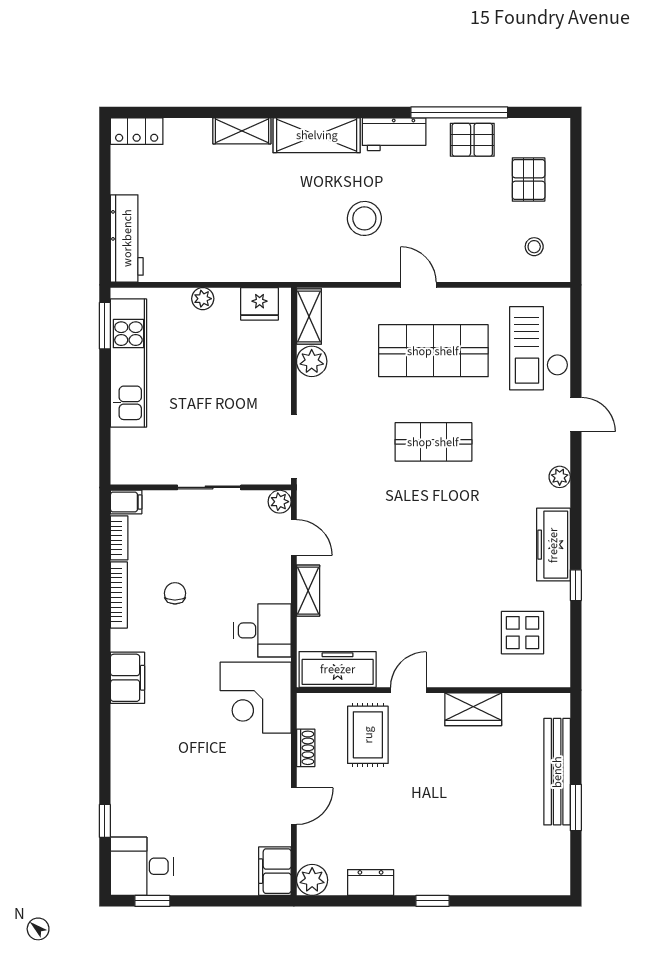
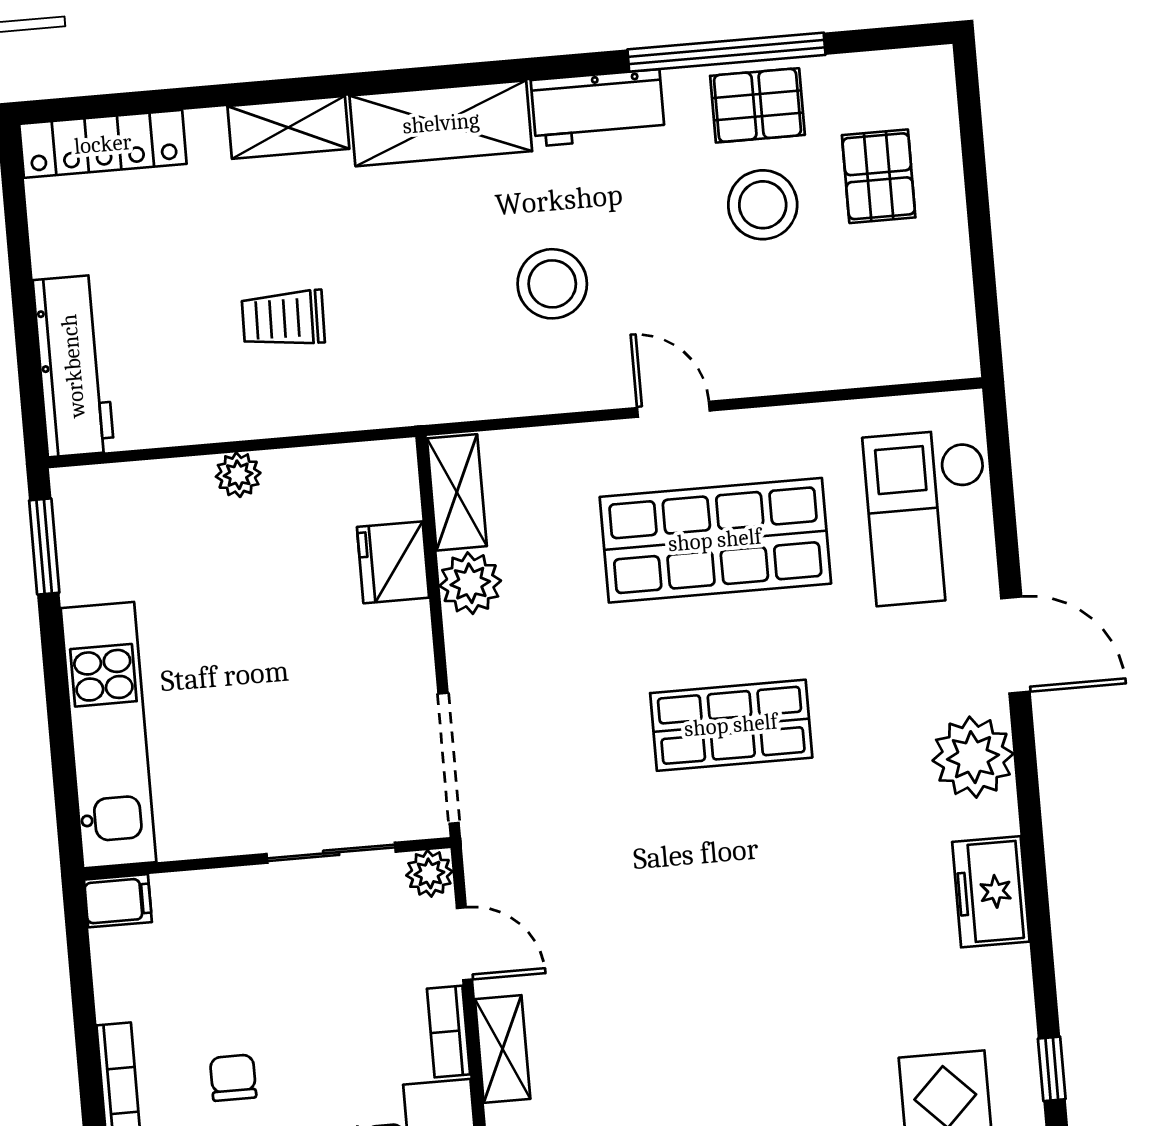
locker: (137, 131) -> (103, 144), width x1.53
trolley: (231, 224) -> (283, 319), added
stool: (534, 247) -> (763, 205), moved, width x1.89, depth x1.89
fridge: (260, 304) -> (393, 562), moved, turned 90
kitchen unit: (128, 363) -> (109, 735), moved
door: (576, 415) -> (1015, 645), width x1.38
plant: (560, 477) -> (973, 757), width x1.88, depth x1.88
sliding door: (209, 487) -> (331, 853), moved
bookcase: (119, 538) -> (449, 1031), moved, turned 180
freezer: (553, 545) -> (991, 892), width x0.71
window: (576, 585) -> (1052, 1069), moved

